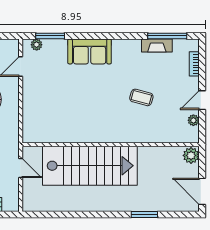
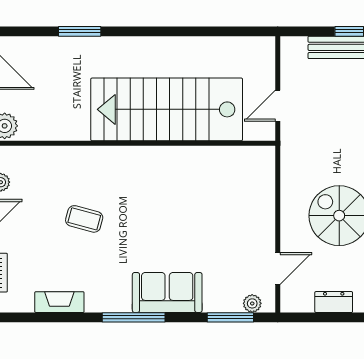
window: (167, 36) -> (134, 317), moved
door: (21, 168) -> (278, 106), hinge flipped

